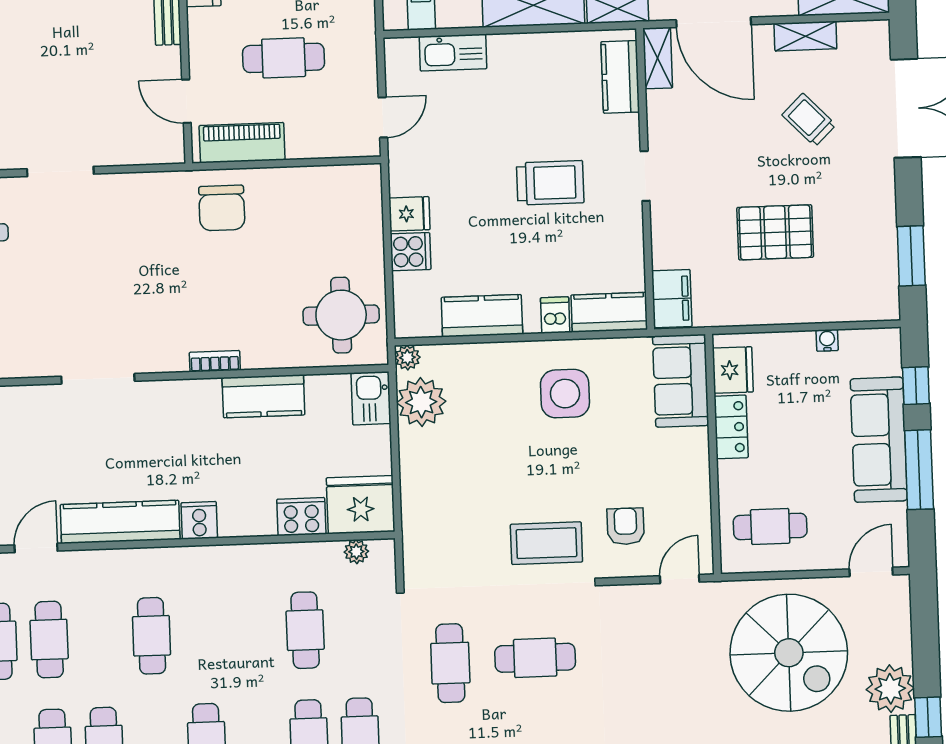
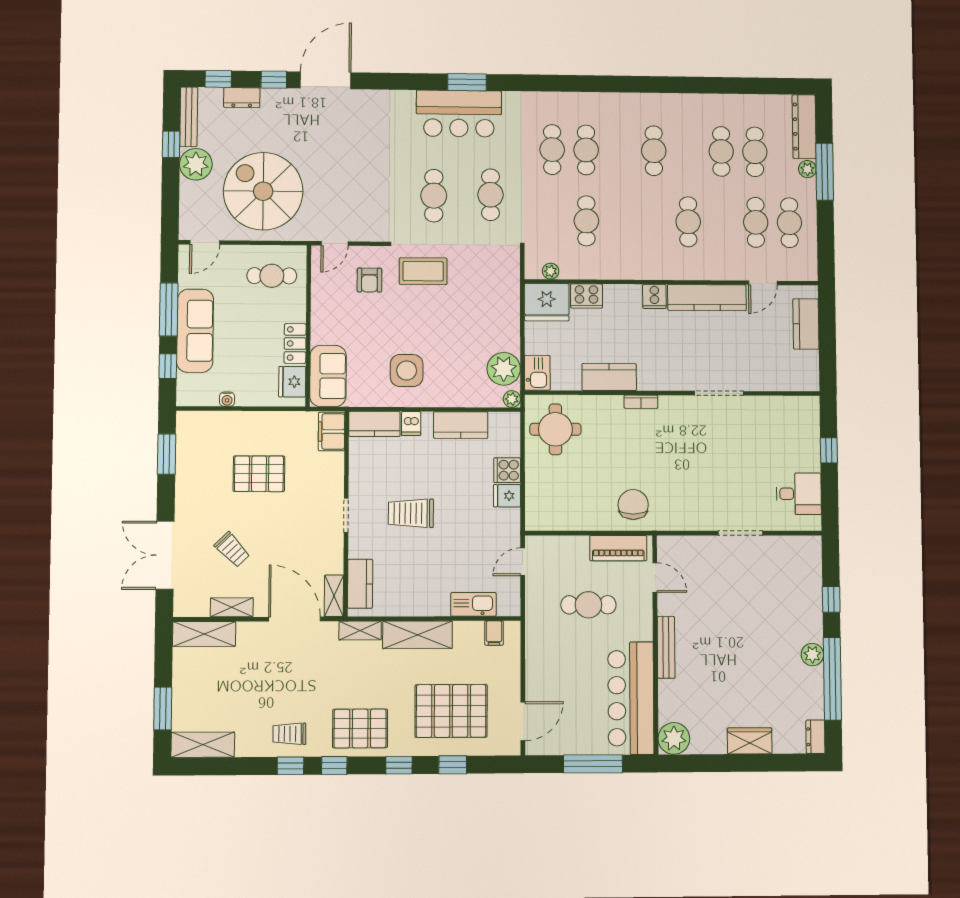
cafe table: (535, 658) -> (434, 196), turned 90

